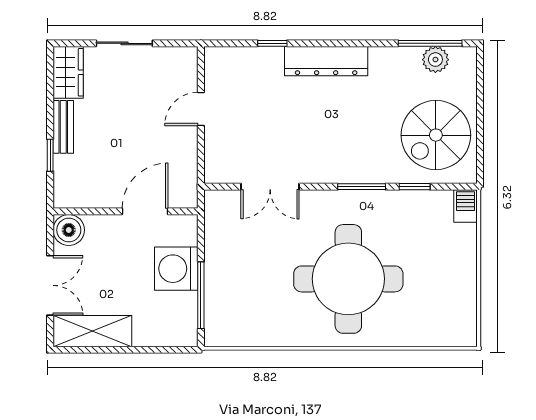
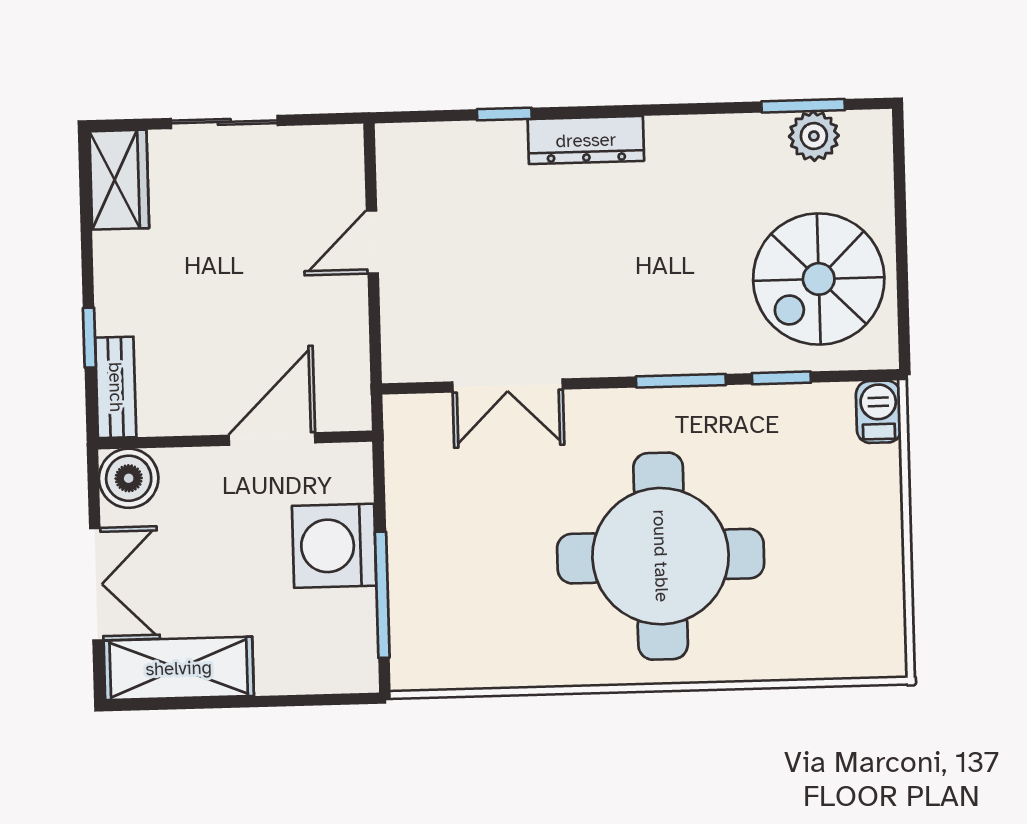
window: (430, 43) -> (803, 106), width x0.69
dresser: (326, 61) -> (586, 140), width x0.73, depth x0.80
bench: (63, 127) -> (116, 387), moved

